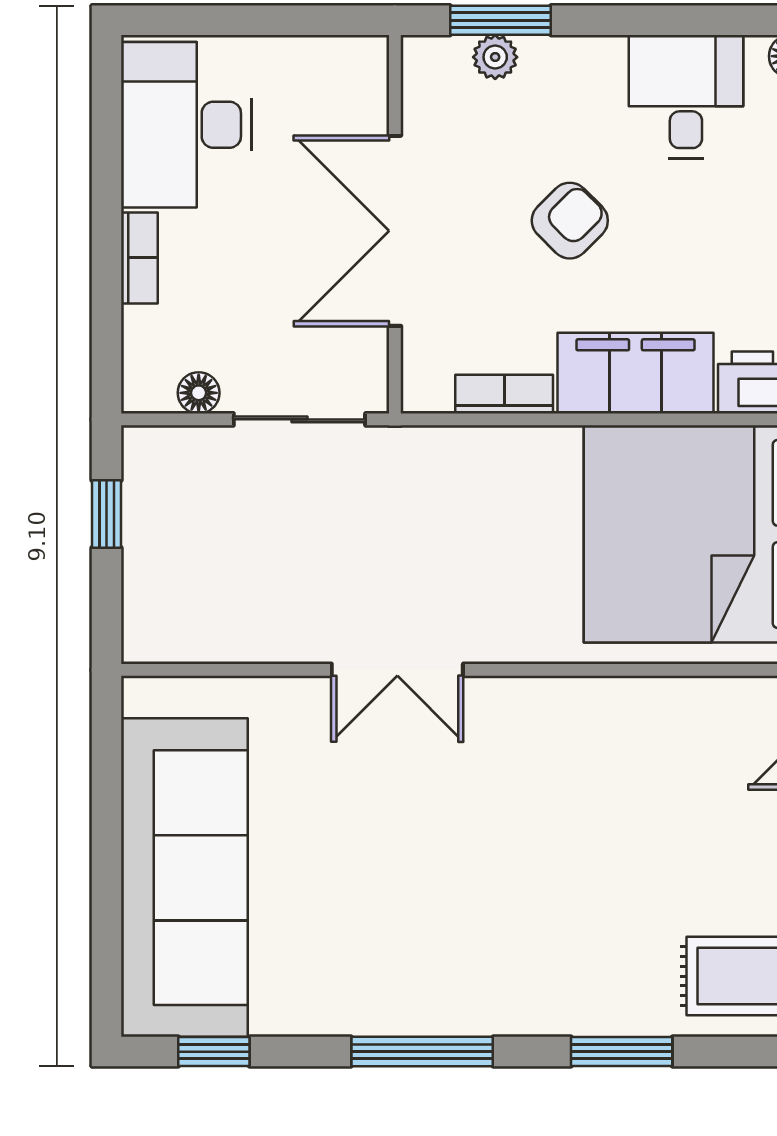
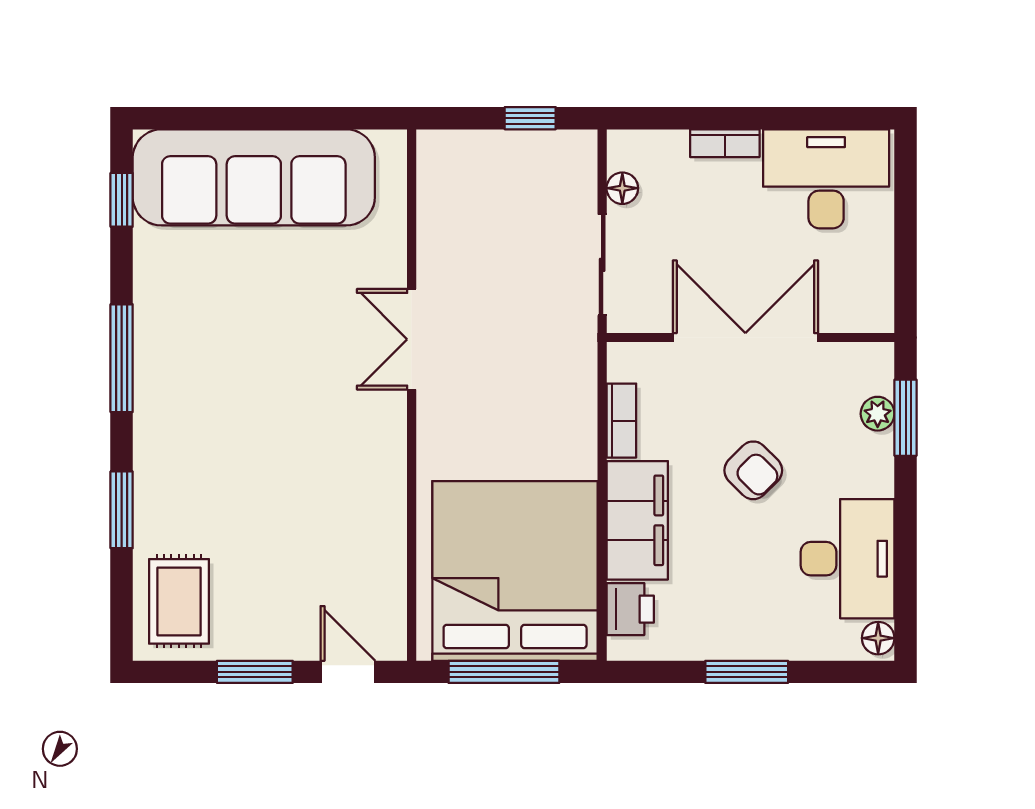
desk: (686, 96) -> (848, 559), width x1.37

